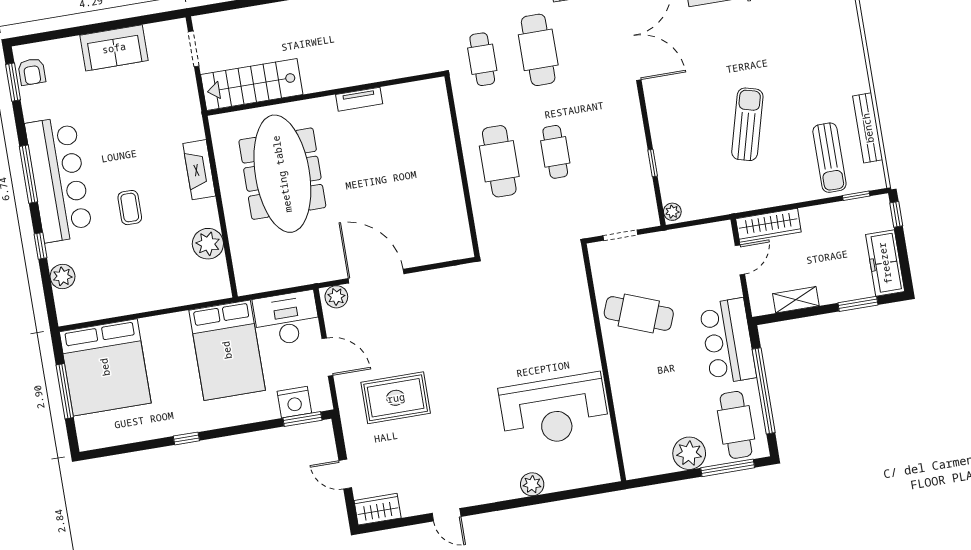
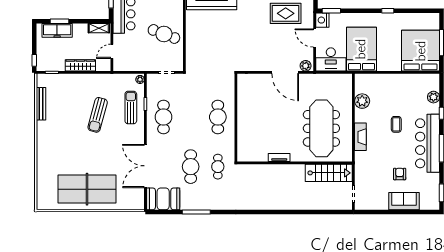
sofa: (114, 48) -> (404, 201), moved
armchair: (32, 72) -> (400, 174), moved
cafe table: (555, 152) -> (163, 117), moved, width x1.37, depth x1.35
sun lounger: (829, 158) -> (131, 108), moved
wardrobe: (768, 225) -> (80, 65), moved
freezer: (885, 263) -> (57, 30), moved, turned 90
shelving: (796, 300) -> (99, 28), moved
nightstand: (294, 402) -> (322, 20), moved, turned -90

